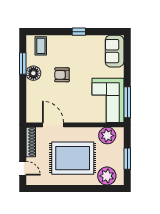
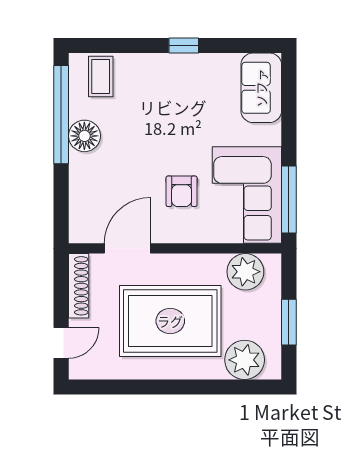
window: (23, 63) -> (61, 115), width x2.11
armchair: (62, 75) -> (182, 191), moved, turned -90
door: (53, 125) -> (127, 248), hinge flipped
door: (23, 168) -> (61, 343), hinge flipped

